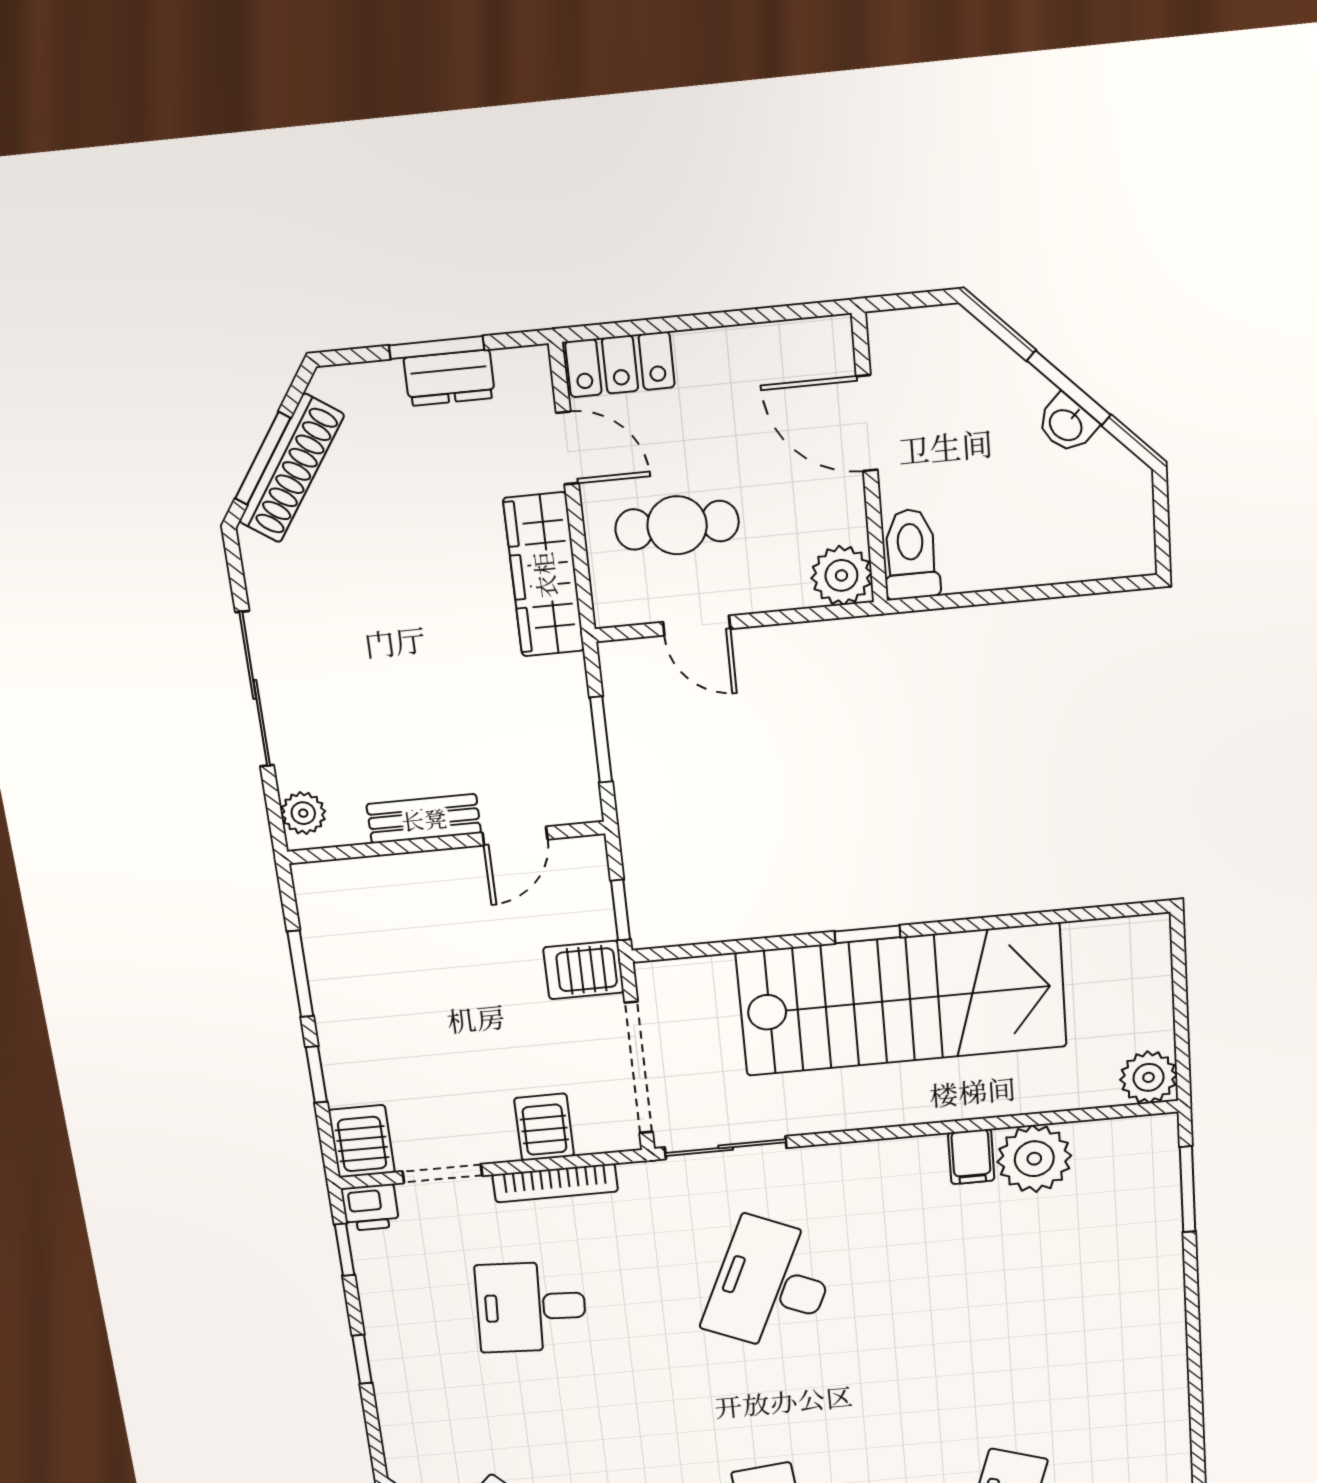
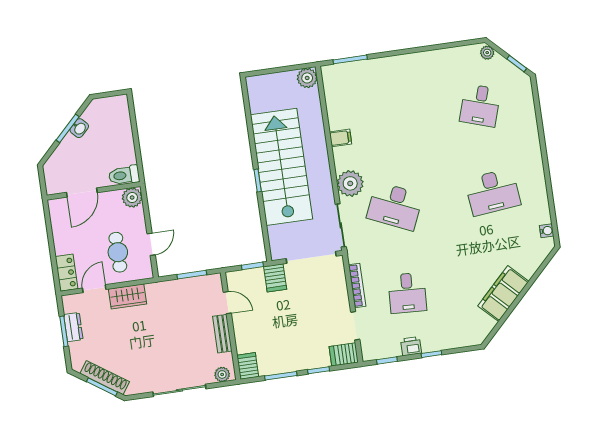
wardrobe: (544, 575) -> (127, 296), width x0.67
server rack: (544, 1127) -> (248, 366), moved, turned 90
plant: (1034, 1159) -> (350, 183), moved
printer: (370, 1208) -> (411, 346), moved, turned -90

